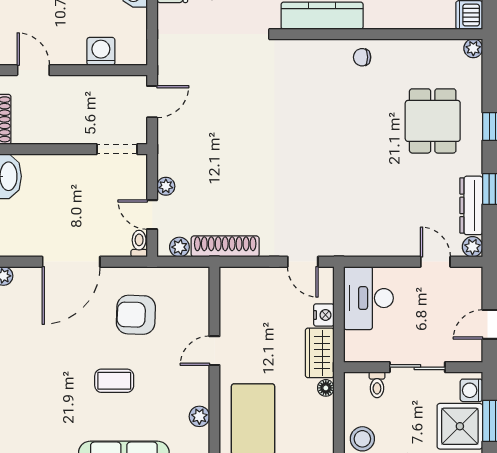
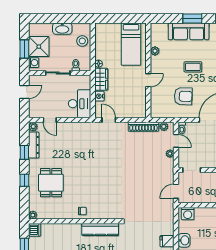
washing machine: (101, 51) -> (188, 214), moved

